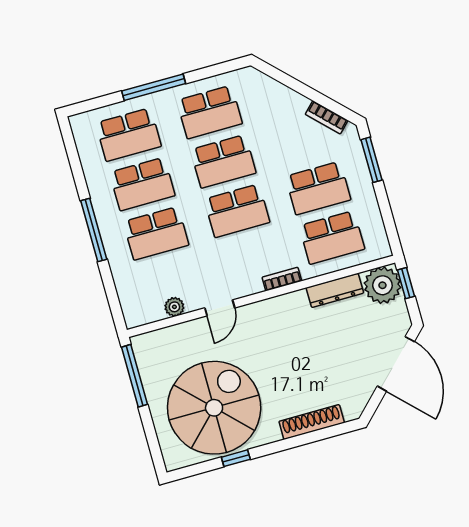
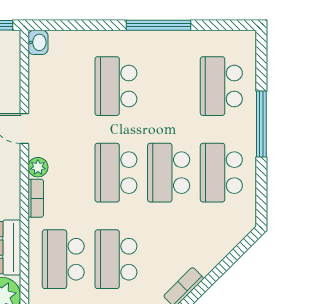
school desk: (142, 184) -> (169, 86), removed
window: (94, 230) -> (159, 25), moved
plant: (174, 307) -> (38, 167), moved
washbasin: (136, 318) -> (38, 42), added

